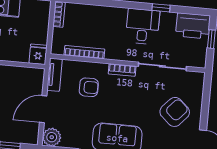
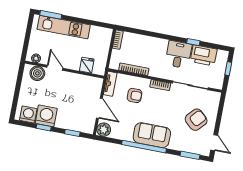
printer: (193, 26) -> (204, 55), moved
fridge: (38, 54) -> (87, 65), moved
door: (43, 109) -> (99, 108), swing flipped

